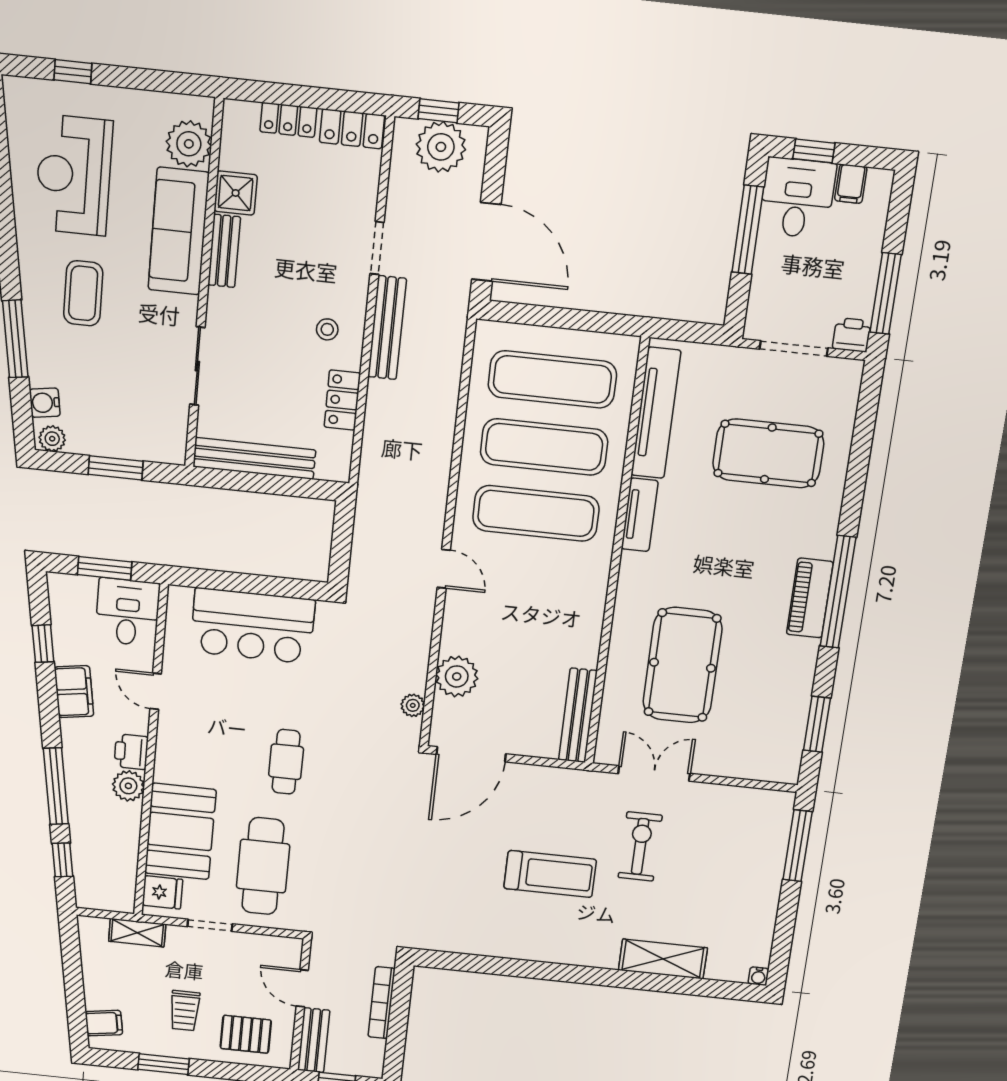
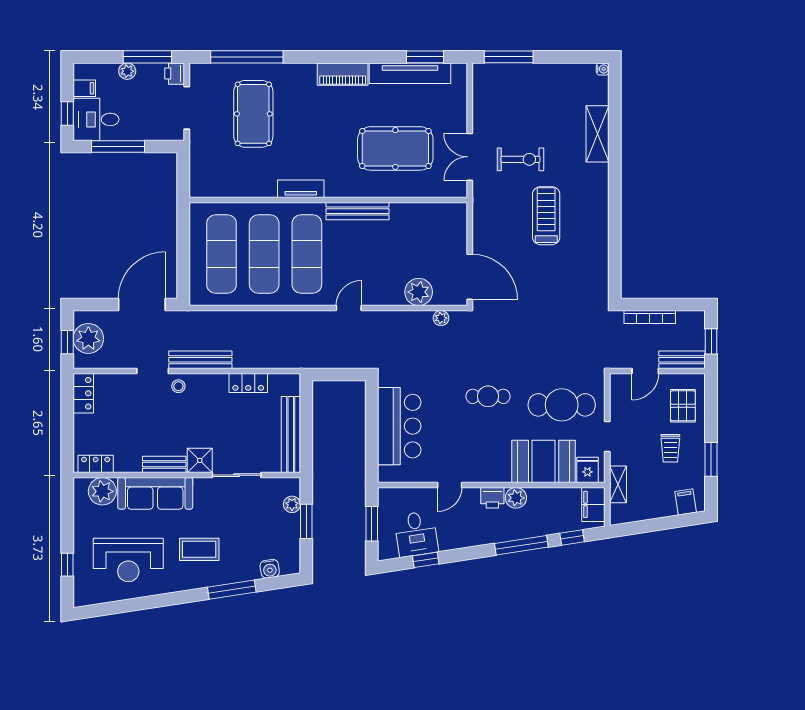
locker: (288, 120) -> (96, 464), moved, turned -90
shower: (236, 193) -> (200, 460), moved
plant: (868, 258) -> (127, 71), added
stool: (327, 329) -> (178, 386), moved
tv unit: (656, 413) -> (410, 73), moved, turned 180
plant: (52, 439) -> (292, 504), moved
window: (838, 592) -> (247, 57), moved
desk: (127, 612) -> (416, 534), moved, turned -99
filing cabinet: (74, 692) -> (593, 504), moved, turned -81
bench: (578, 715) -> (357, 211), moved
exercise bike: (640, 846) -> (521, 159), turned 180
trolley: (185, 1011) -> (670, 448), turned 90

